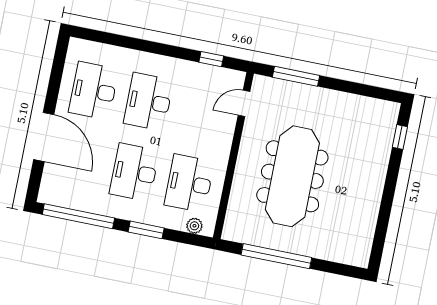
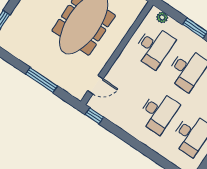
window: (211, 59) -> (94, 116), moved
window: (296, 76) -> (42, 80), moved

